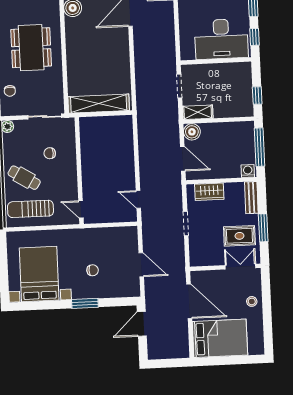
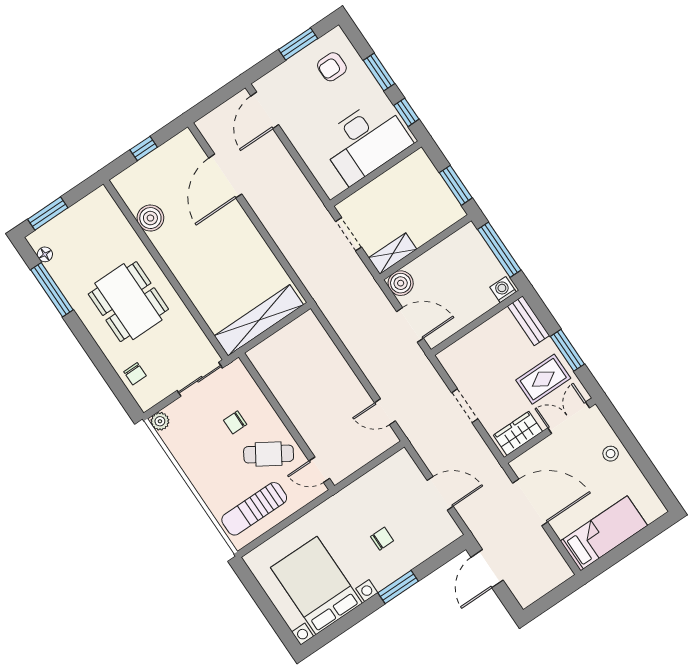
window: (257, 96) -> (456, 185), width x1.50
cafe table: (24, 178) -> (269, 454), moved
wardrobe: (209, 192) -> (518, 433), moved, turned 180
bed: (220, 338) -> (604, 533), width x0.67

